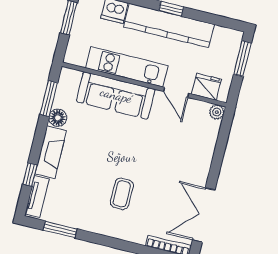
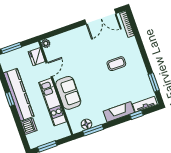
sofa: (116, 95) -> (68, 93), width x0.73
floor lamp: (58, 118) -> (86, 124), moved

